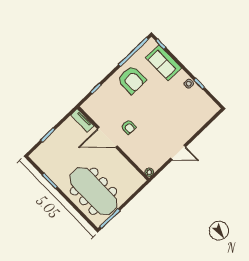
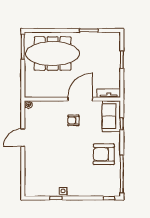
sofa: (164, 63) -> (111, 116), moved, turned -90

